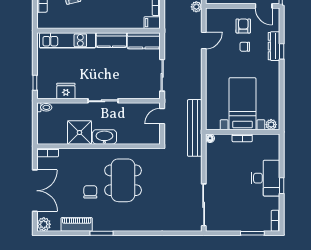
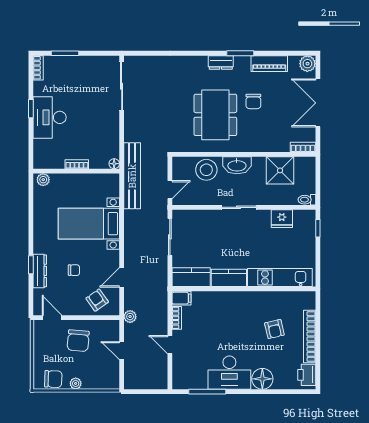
armchair: (243, 26) -> (97, 300), moved, turned 145
bed with nightstands: (242, 104) -> (89, 224), moved, turned 90
shower: (79, 133) -> (280, 170), moved
stool: (131, 133) -> (206, 170), added
dresser: (118, 225) -> (221, 62), added

